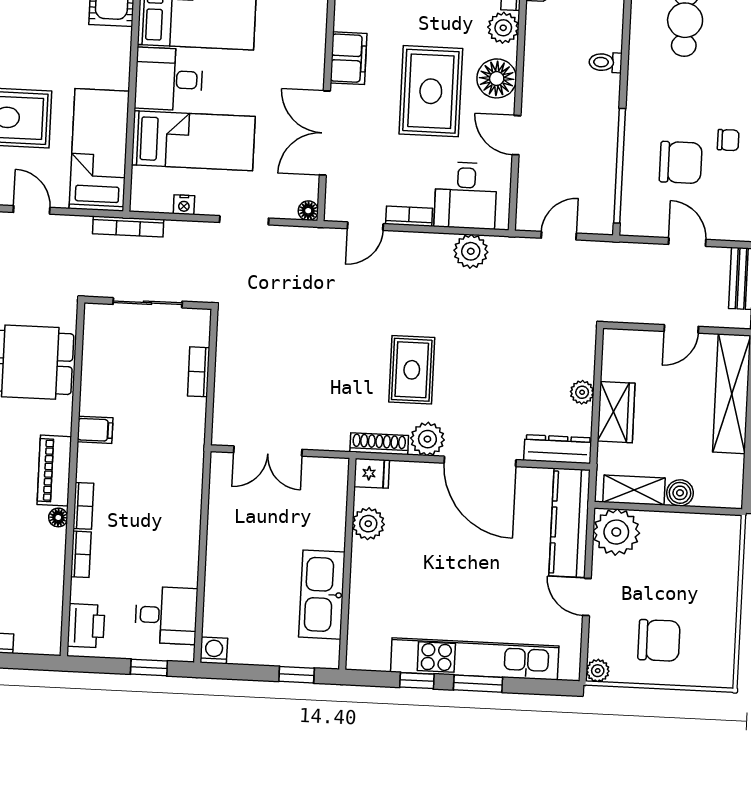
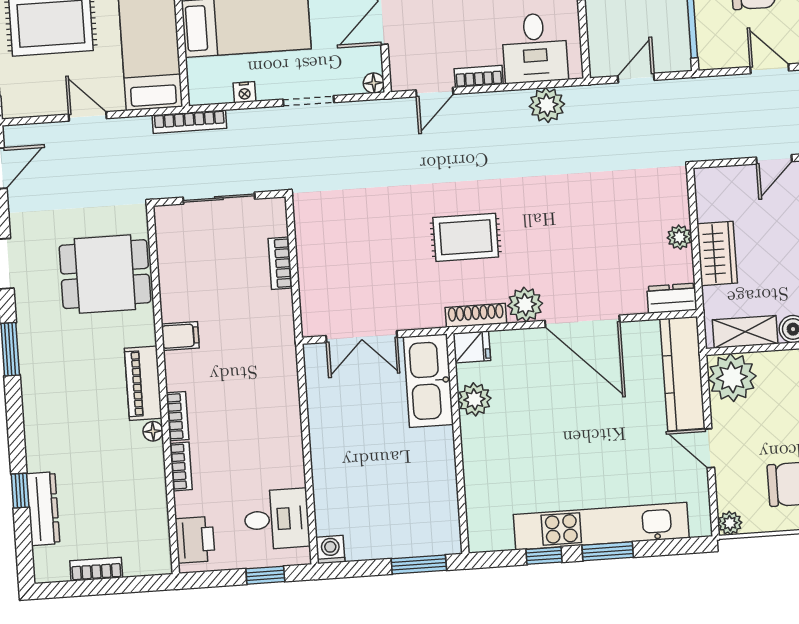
rug: (412, 370) -> (466, 237), moved, turned 90
dresser: (558, 449) -> (672, 298), width x0.70
kitchen sink: (322, 595) -> (428, 381), moved
window: (297, 675) -> (419, 564), width x1.50

